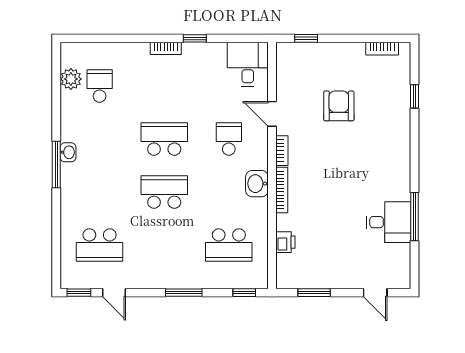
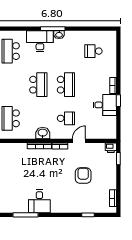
desk: (248, 64) -> (105, 105), moved
plant: (71, 79) -> (97, 36), removed
school desk: (100, 86) -> (94, 51), turned 180
armchair: (339, 106) -> (83, 176), turned -90
desk: (80, 189) -> (40, 41), added
desk: (389, 222) -> (39, 201), moved
printer: (285, 242) -> (111, 148), moved

